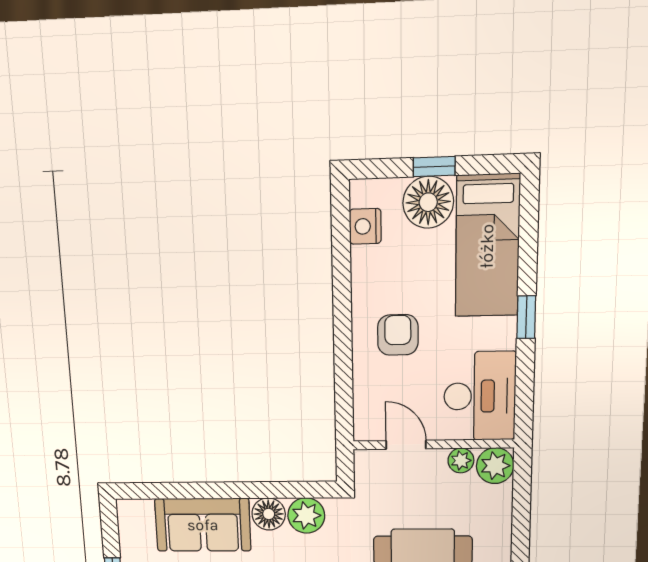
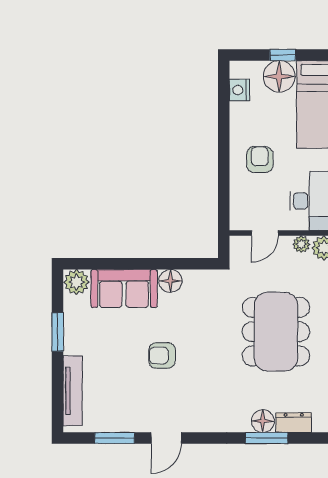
door: (406, 445) -> (265, 233), swing flipped
plant: (306, 515) -> (76, 282), moved

